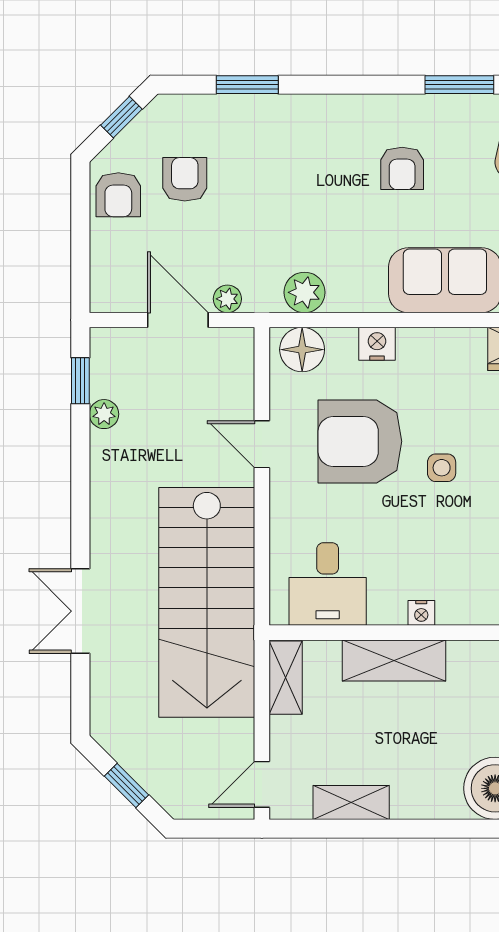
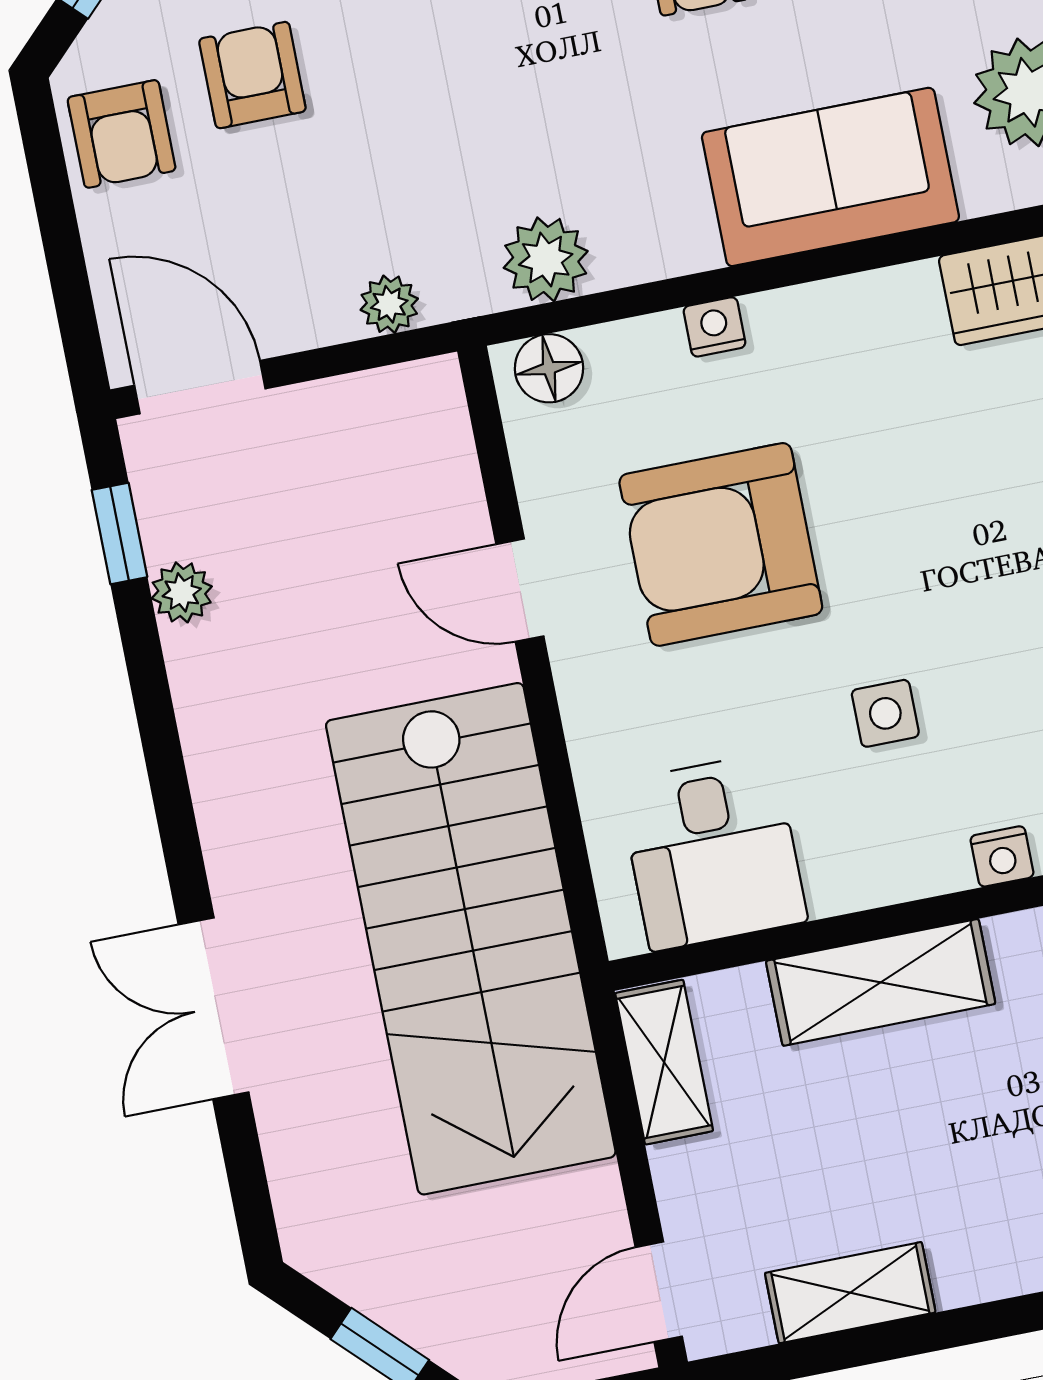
door: (178, 320) -> (200, 387), moved
nightstand: (377, 344) -> (715, 327), width x0.72, depth x0.74
floor lamp: (302, 350) -> (549, 368), width x0.73, depth x0.73
side table: (442, 468) -> (885, 713), moved
nightstand: (421, 613) -> (1002, 856), moved

